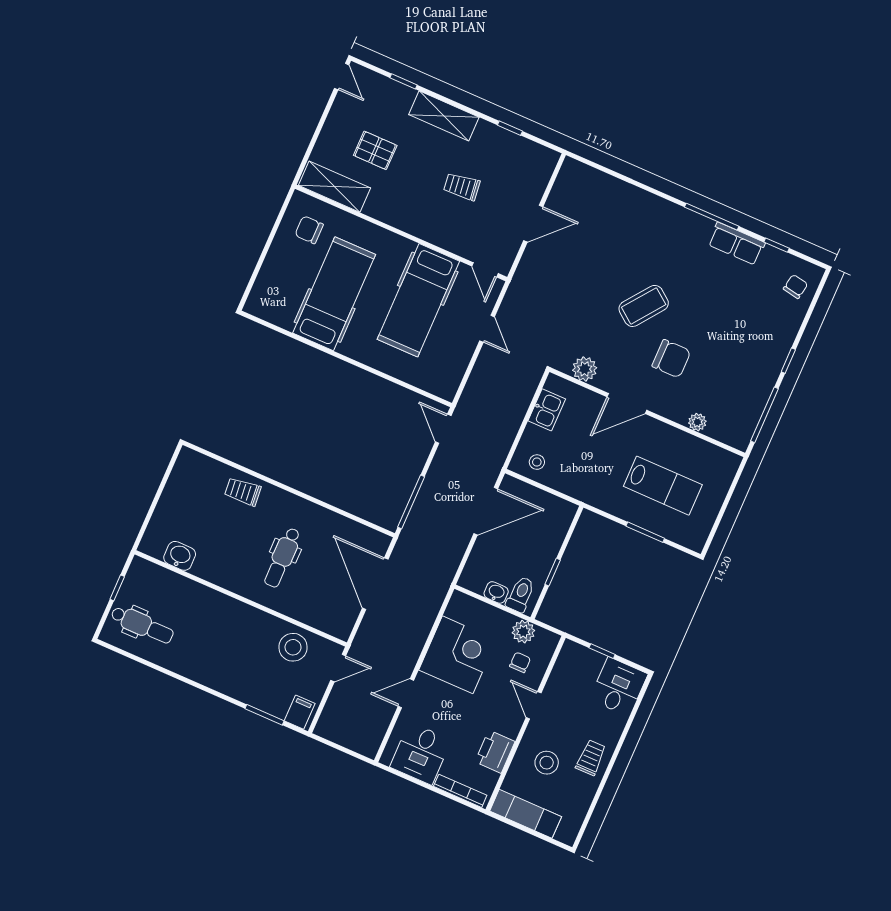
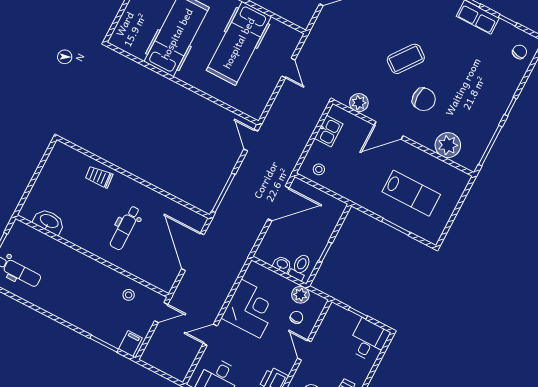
door: (485, 270) -> (290, 24), removed
plant: (697, 422) -> (448, 145), width x1.88, depth x1.88
washbasin: (180, 556) -> (49, 221), width x1.38
stool: (293, 647) -> (129, 295), width x0.53, depth x0.53

